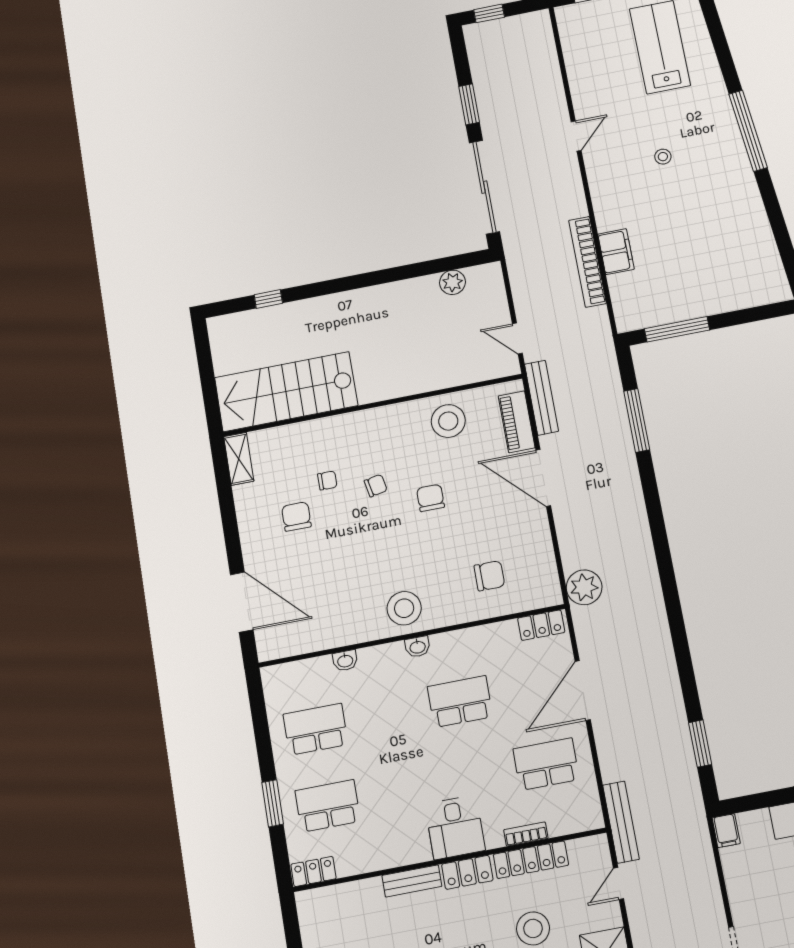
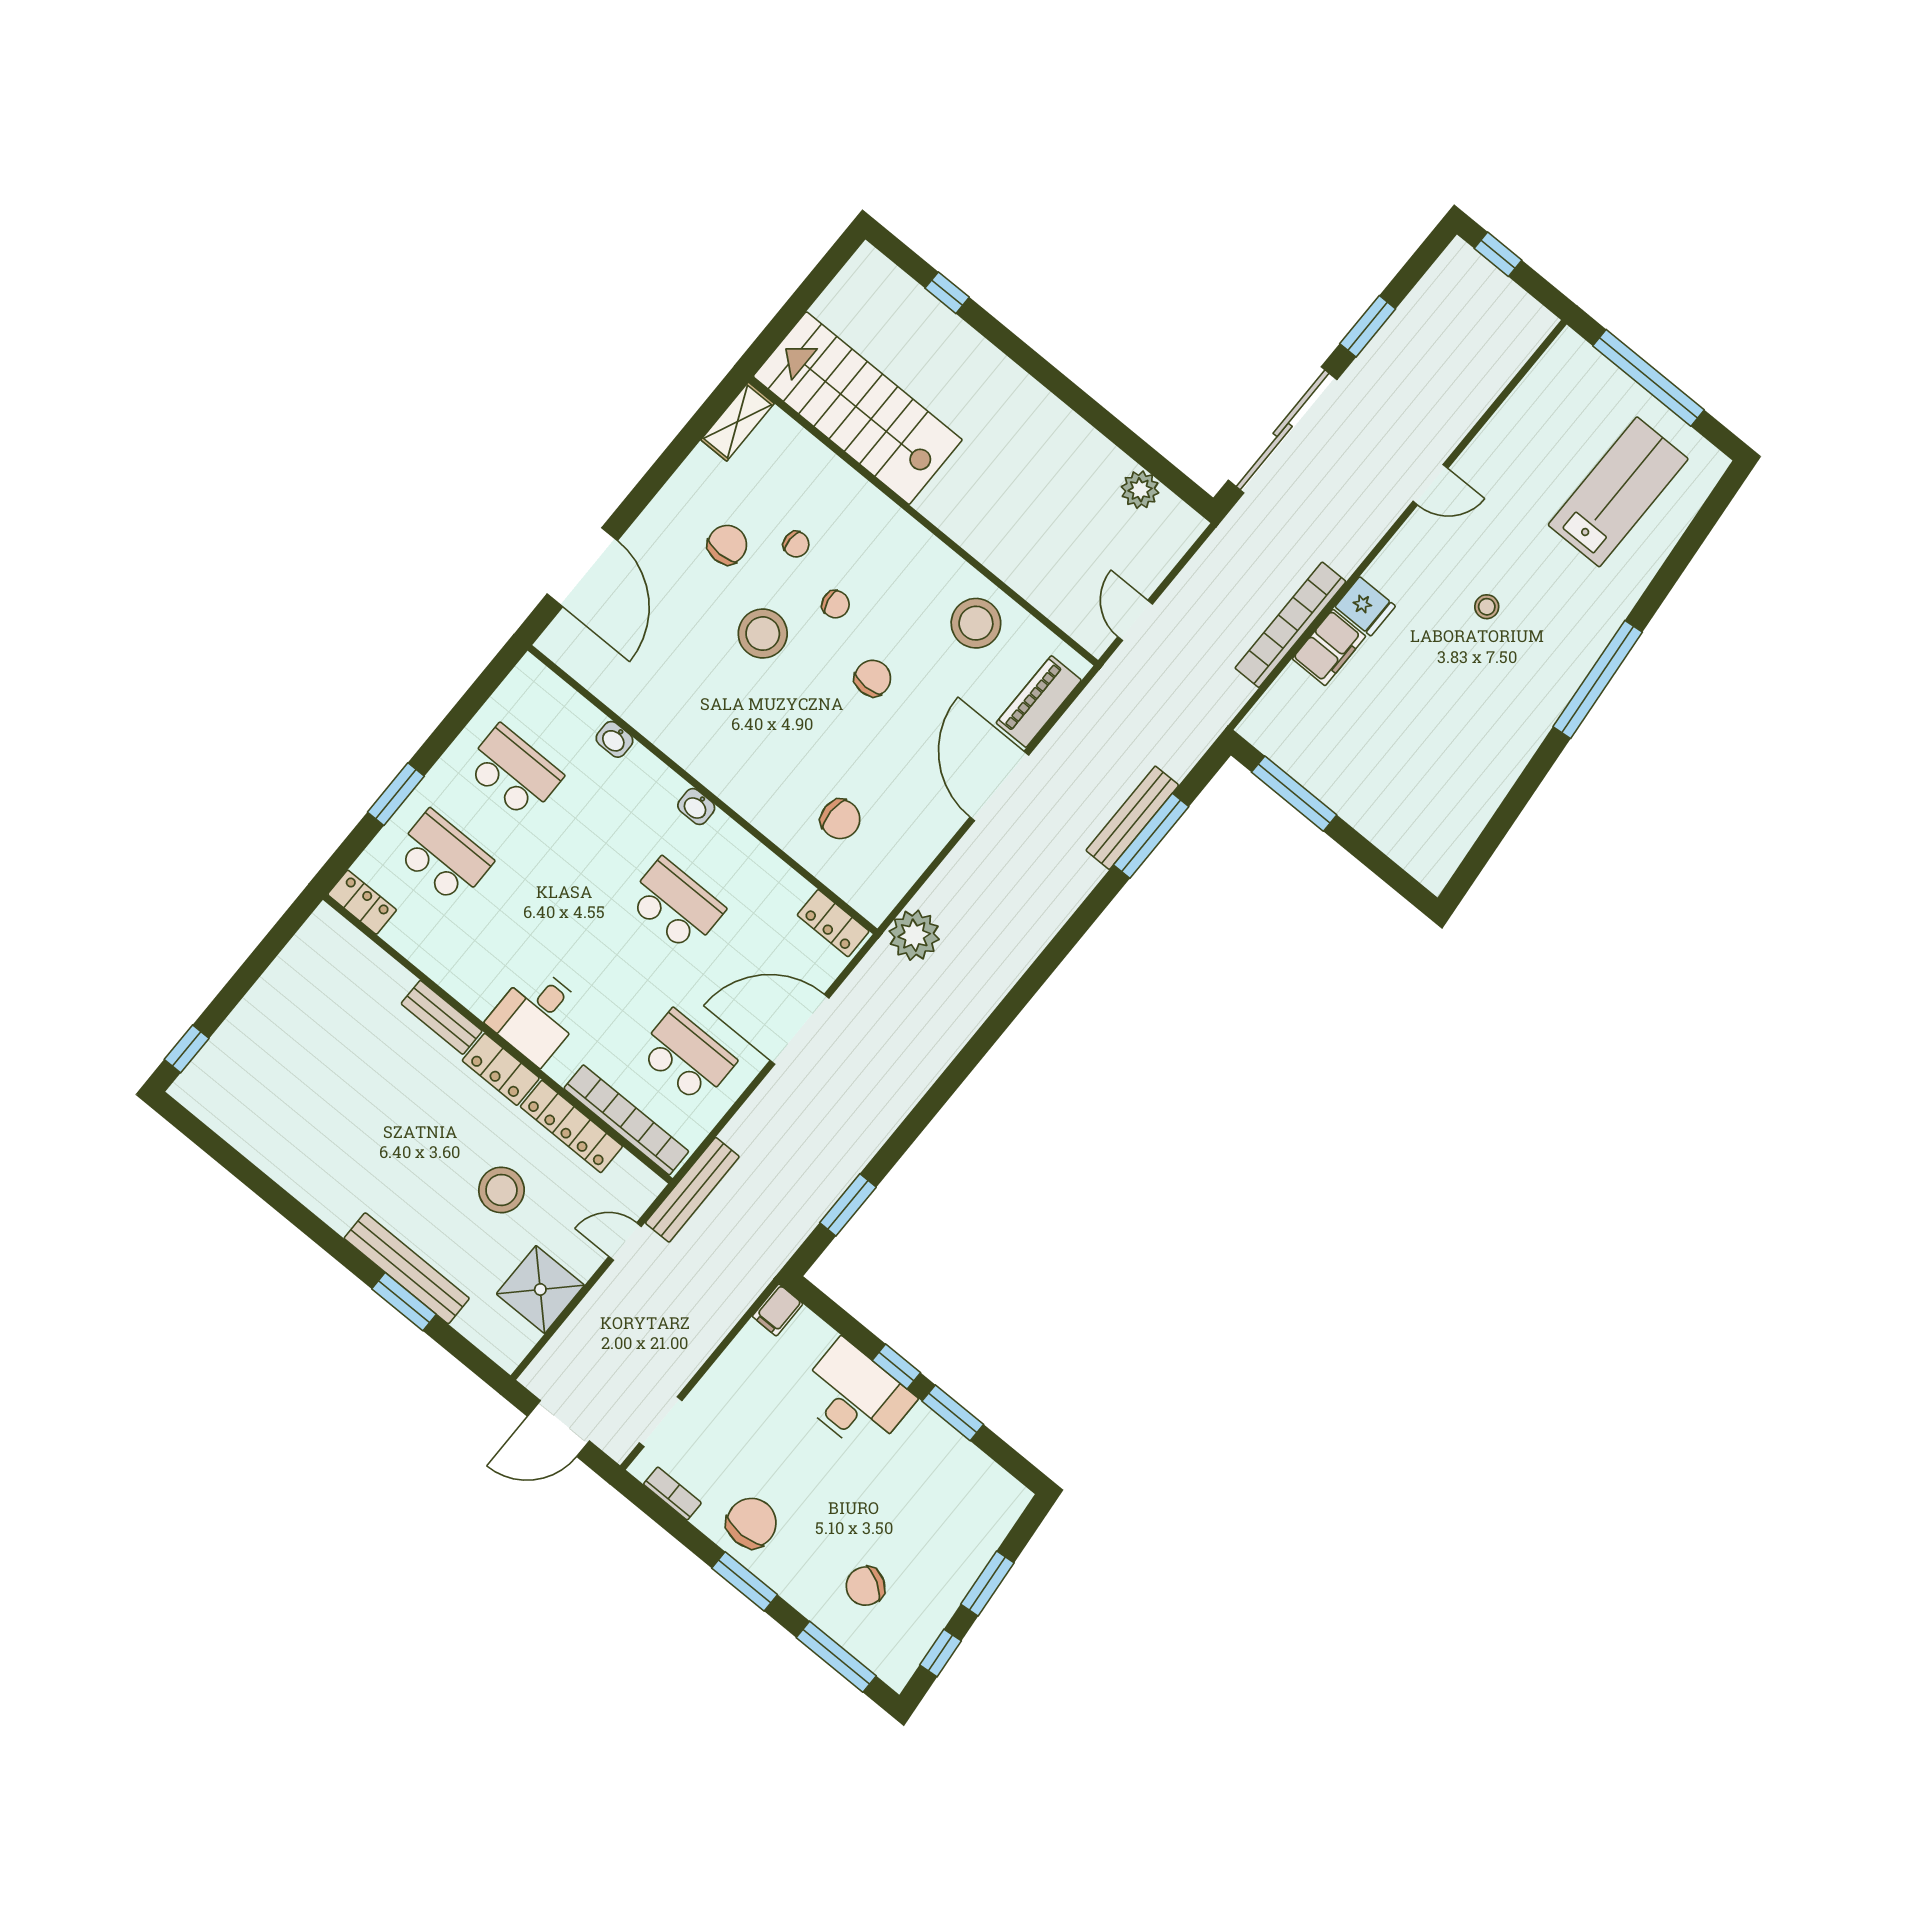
fridge: (610, 217) -> (1365, 606), added
bench: (541, 398) -> (1132, 818), moved
stool: (404, 608) -> (763, 634), moved
bookcase: (526, 834) -> (626, 1120), width x2.31, depth x1.31

